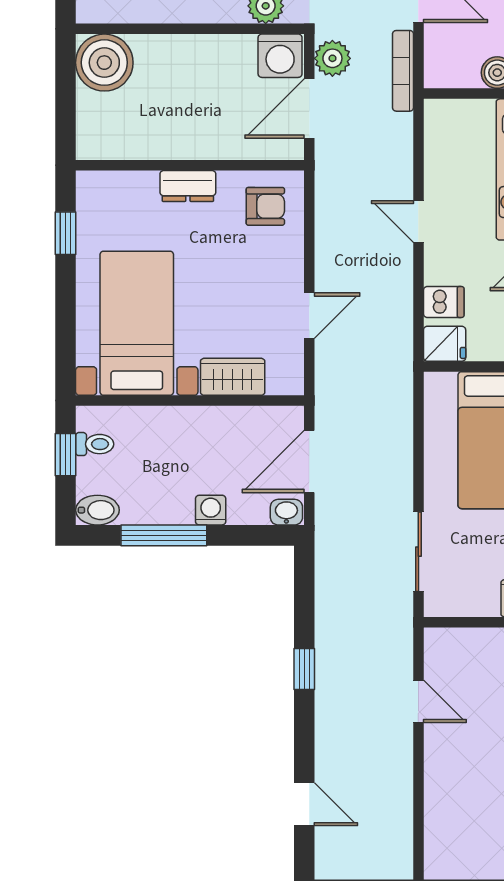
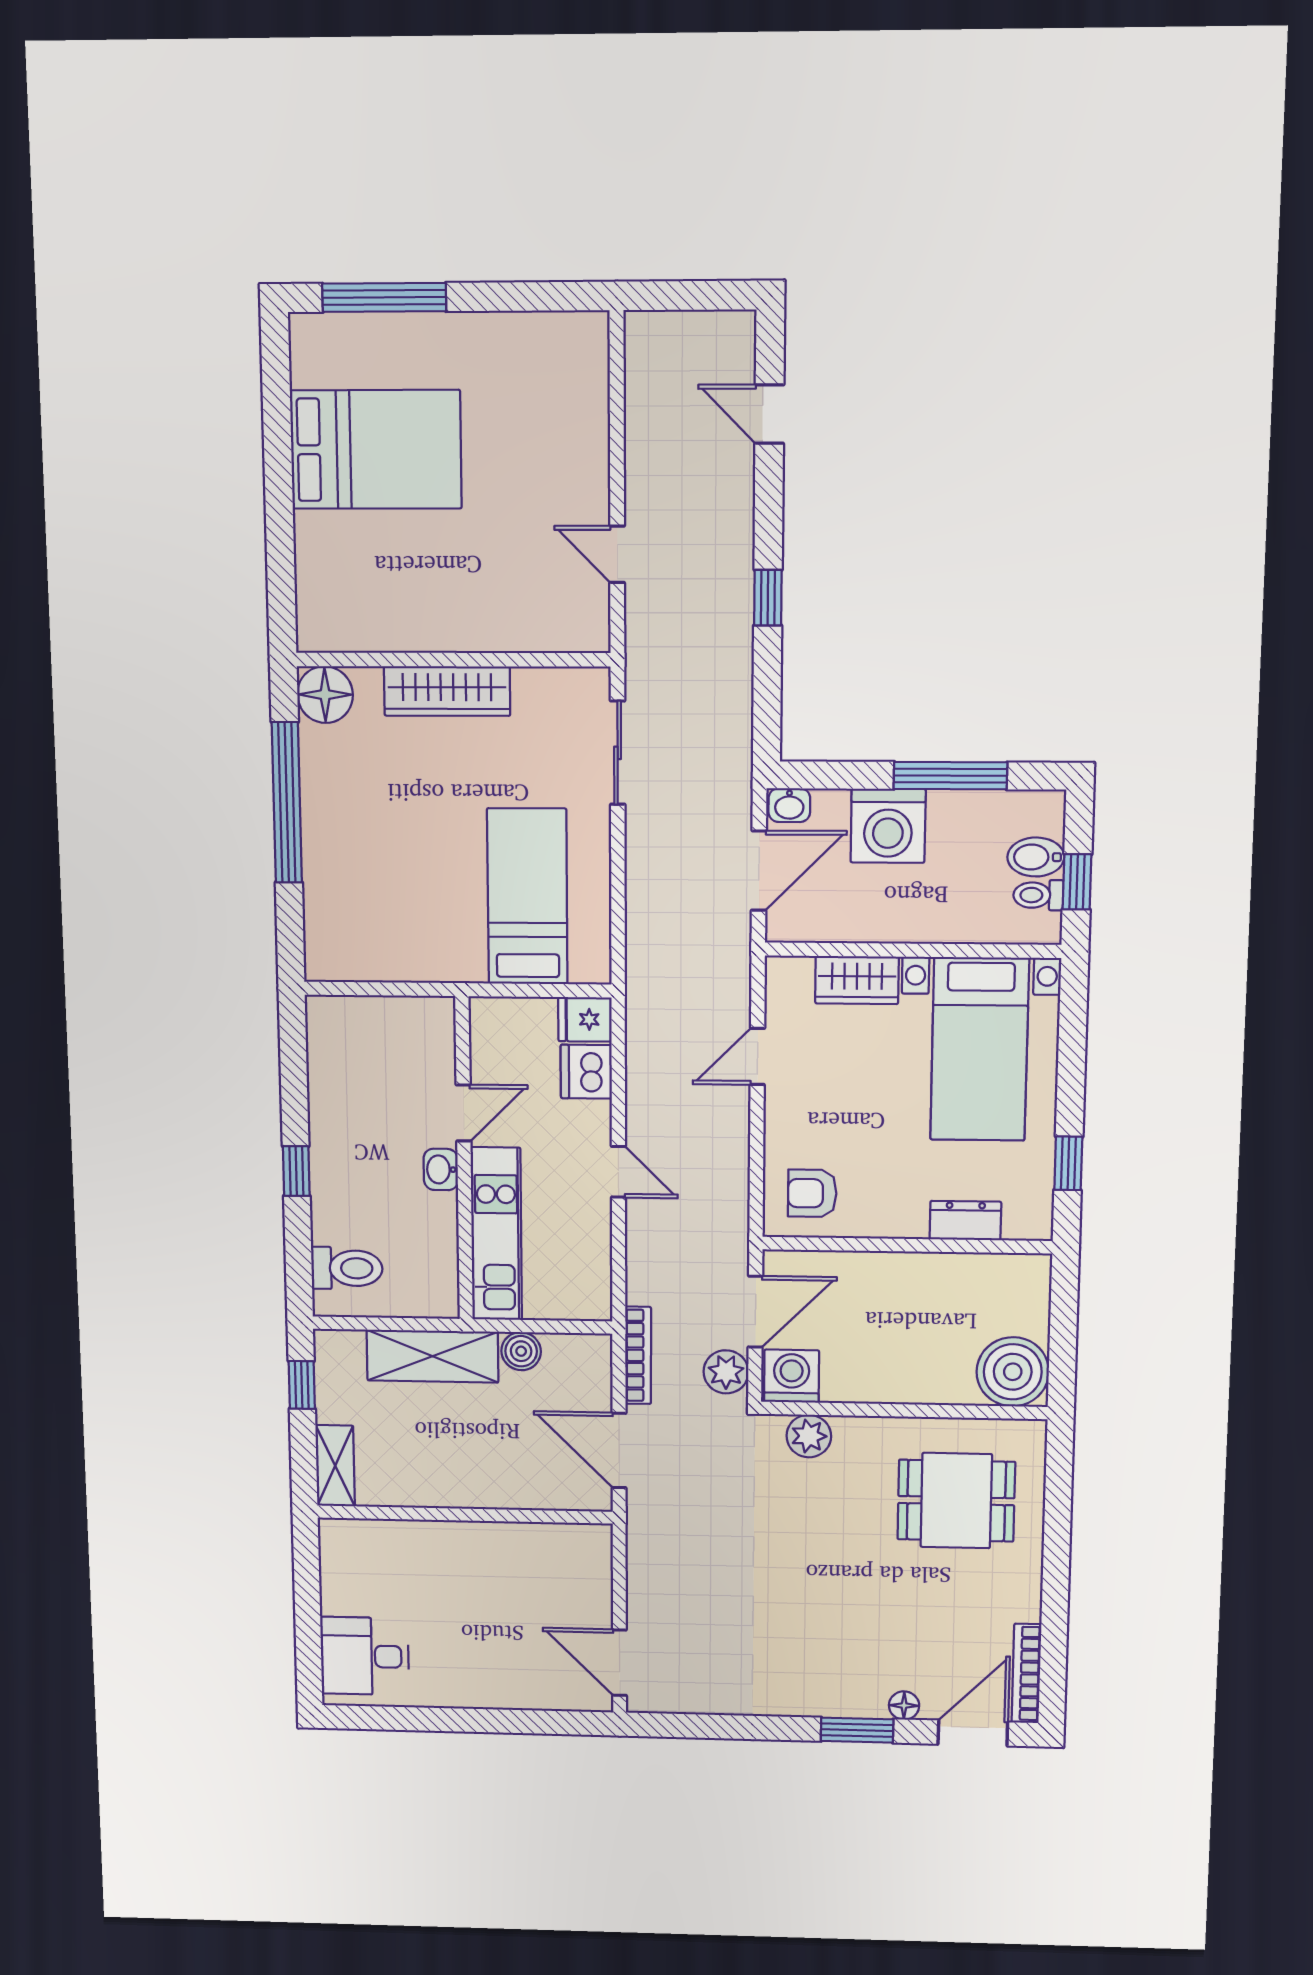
dresser: (188, 186) -> (965, 1220), moved
dishwasher: (444, 302) -> (586, 1072), width x1.38
bidet: (97, 510) -> (1036, 857), moved
washing machine: (211, 510) -> (888, 826), width x1.89, depth x1.89

